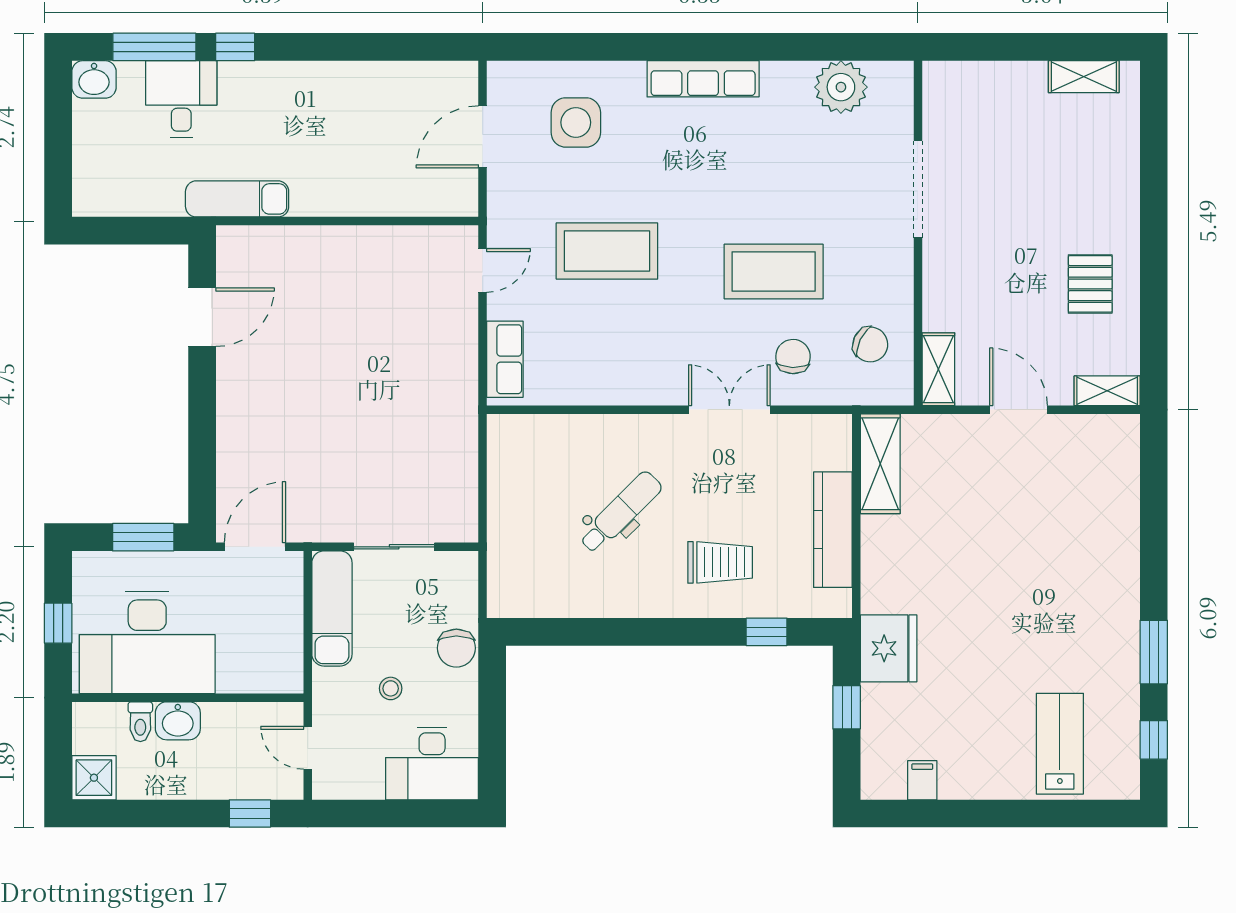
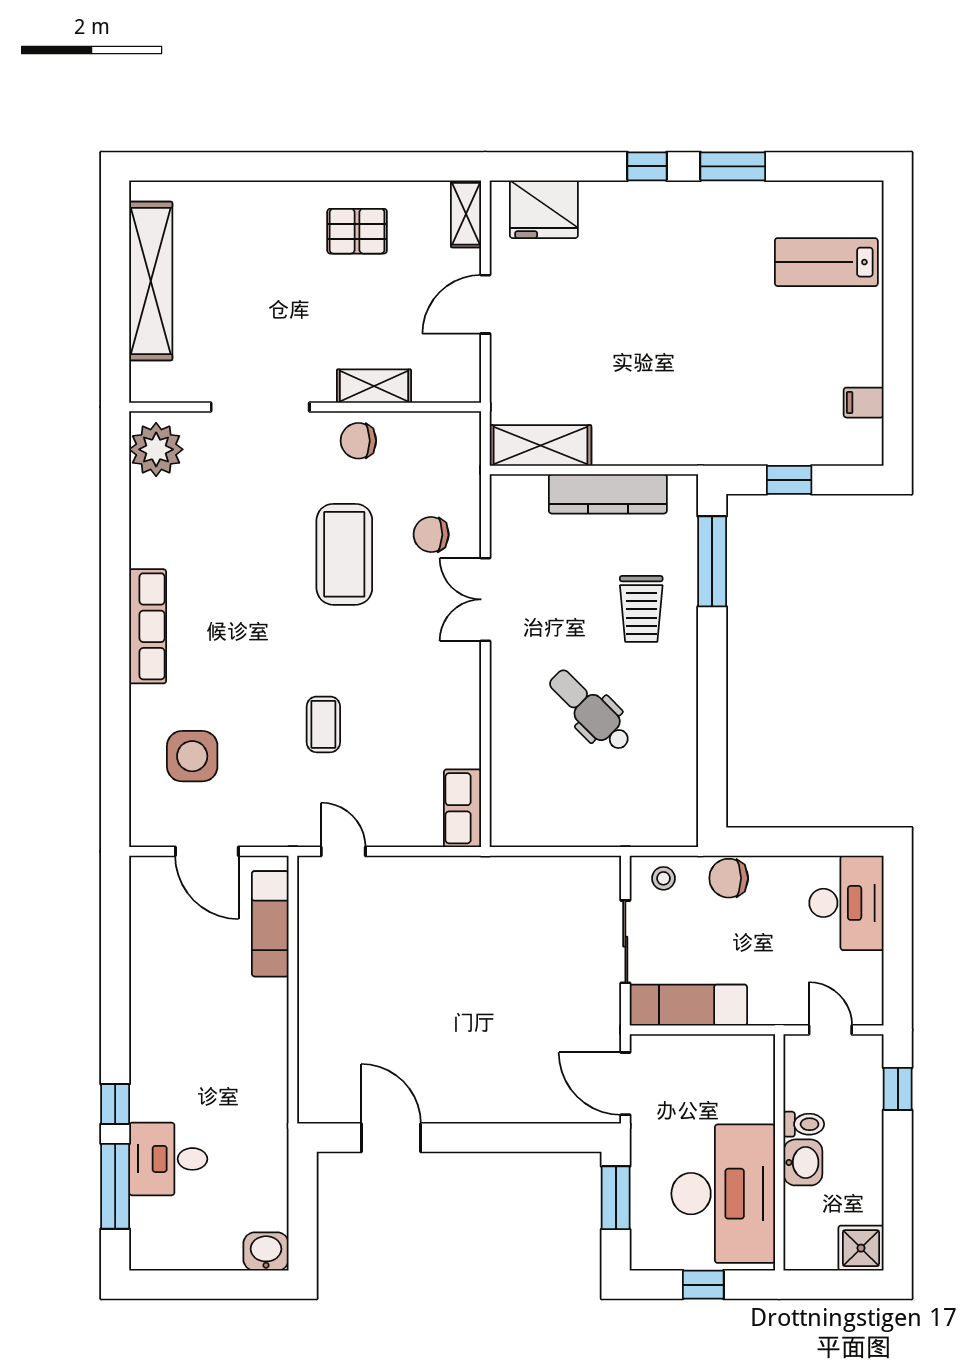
shelving: (1084, 77) -> (151, 281), width x2.20, depth x1.33
washbasin: (94, 79) -> (266, 1251), moved, turned -90
plant: (841, 87) -> (156, 449), moved
exam couch: (237, 199) -> (270, 924), moved
coffee table: (607, 251) -> (323, 724), width x0.54, depth x0.58
chair: (870, 344) -> (358, 441), moved, turned -116
row of seats: (505, 359) -> (463, 808), moved, turned -90
shelving: (938, 369) -> (374, 386), moved
trolley: (720, 562) -> (641, 609), turned 180
window: (767, 632) -> (712, 561), width x2.17
chair: (456, 648) -> (729, 878), turned 180
fridge: (889, 648) -> (544, 209), moved, turned 180
stool: (391, 688) -> (663, 878), moved
toilet: (140, 722) -> (804, 1124), moved
window: (1154, 740) -> (647, 166), moved
door: (308, 748) -> (830, 1030), swing flipped

